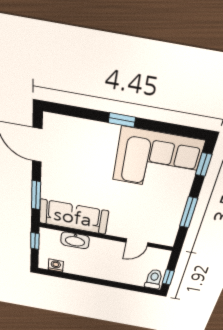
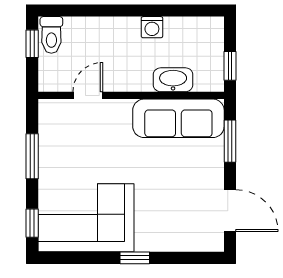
washing machine: (56, 265) -> (152, 27), moved

